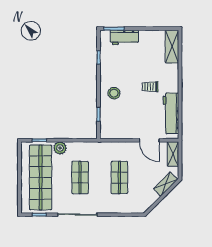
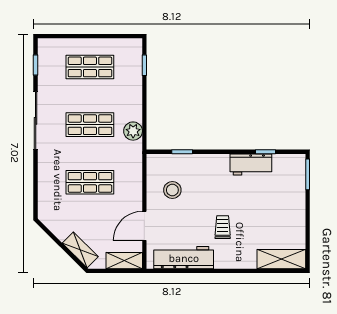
workbench: (124, 37) -> (251, 165), moved, turned -90
stool: (114, 93) -> (172, 190), moved
plant: (60, 148) -> (133, 131), moved
shop shelf: (41, 177) -> (90, 67), width x0.50, depth x0.74

